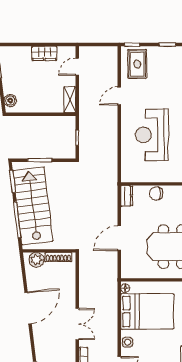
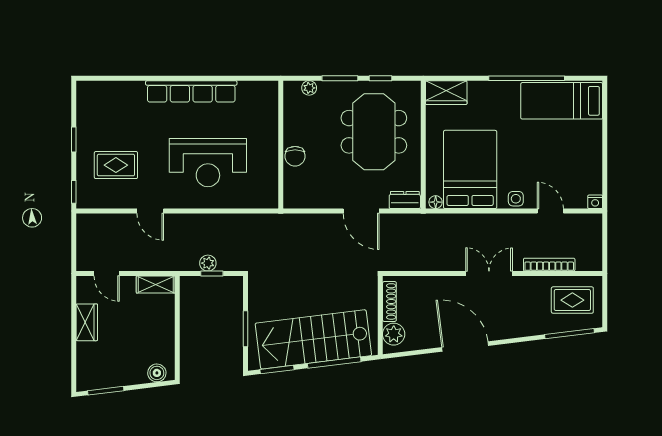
rug: (137, 64) -> (116, 165), moved
plant: (84, 135) -> (208, 263), added
dresser: (127, 196) -> (405, 200), moved

